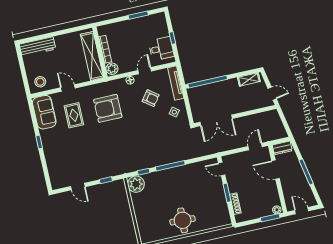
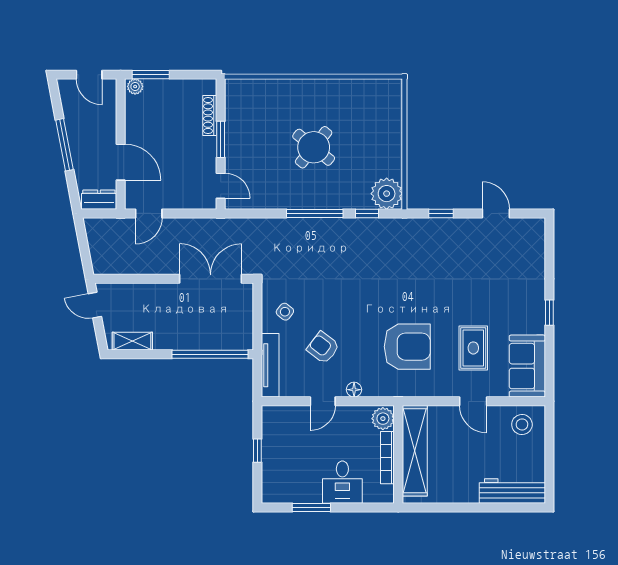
desk: (161, 49) -> (342, 482), moved, turned -90
round table: (183, 220) -> (314, 147), moved, turned 36

